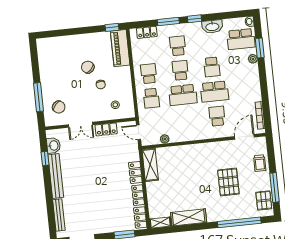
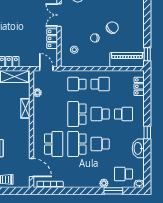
window: (168, 21) -> (147, 108), removed
school desk: (241, 39) -> (124, 174), width x0.54
school desk: (180, 70) -> (100, 114), turned 180
school desk: (217, 116) -> (54, 144), width x1.85
door: (139, 132) -> (46, 69), hinge flipped
shelving: (183, 150) -> (25, 108), added

